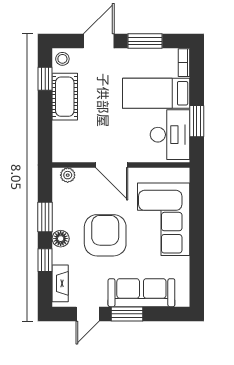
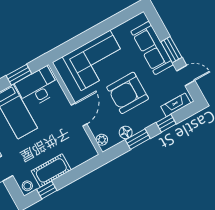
floor lamp: (61, 239) -> (126, 132), moved

